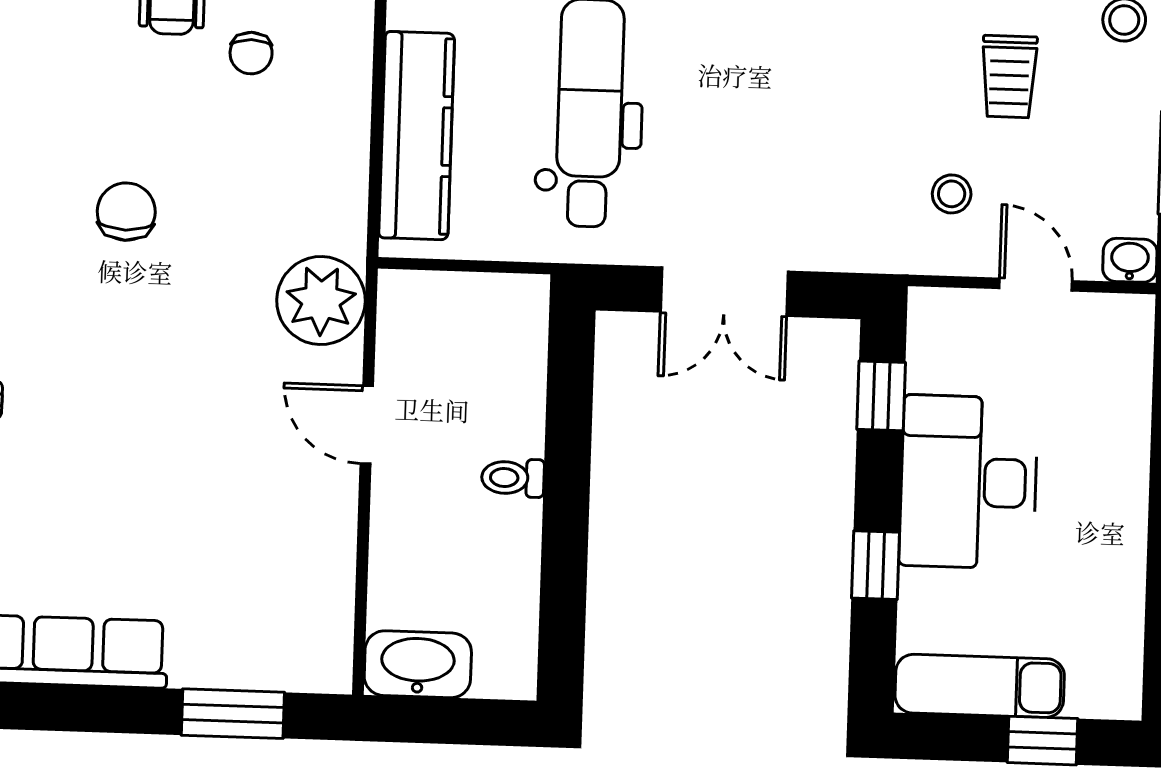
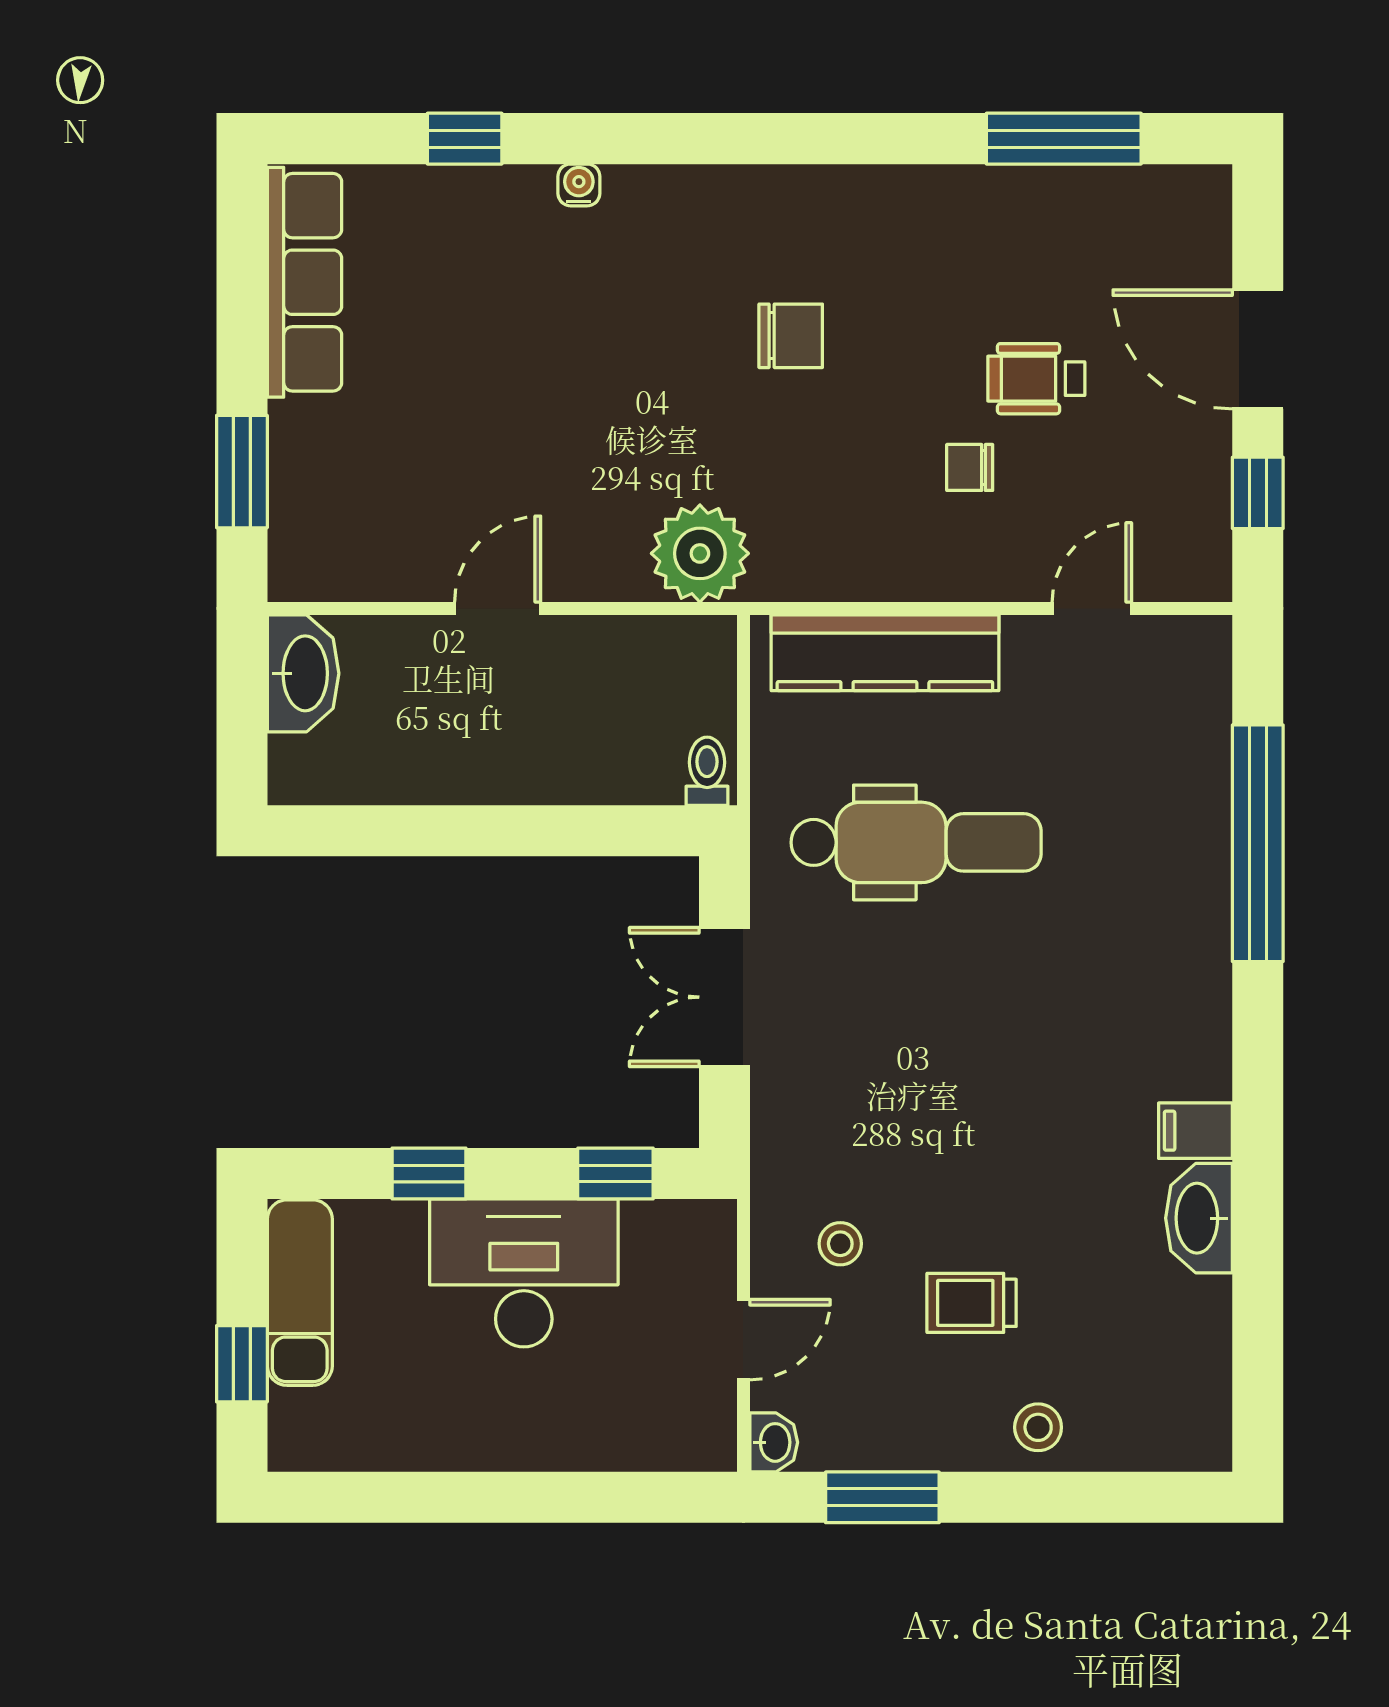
door: (367, 425) -> (498, 608), moved
toilet: (513, 478) -> (707, 771), moved

